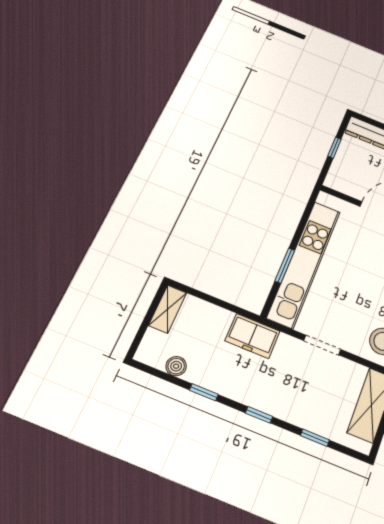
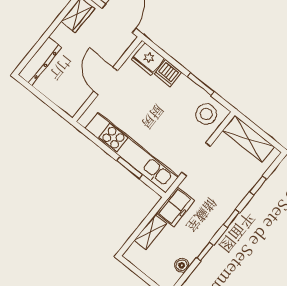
window: (334, 148) -> (43, 98), removed
shelving: (168, 309) -> (150, 232), moved, turned 90
doorway: (322, 345) -> (196, 159), width x1.38

